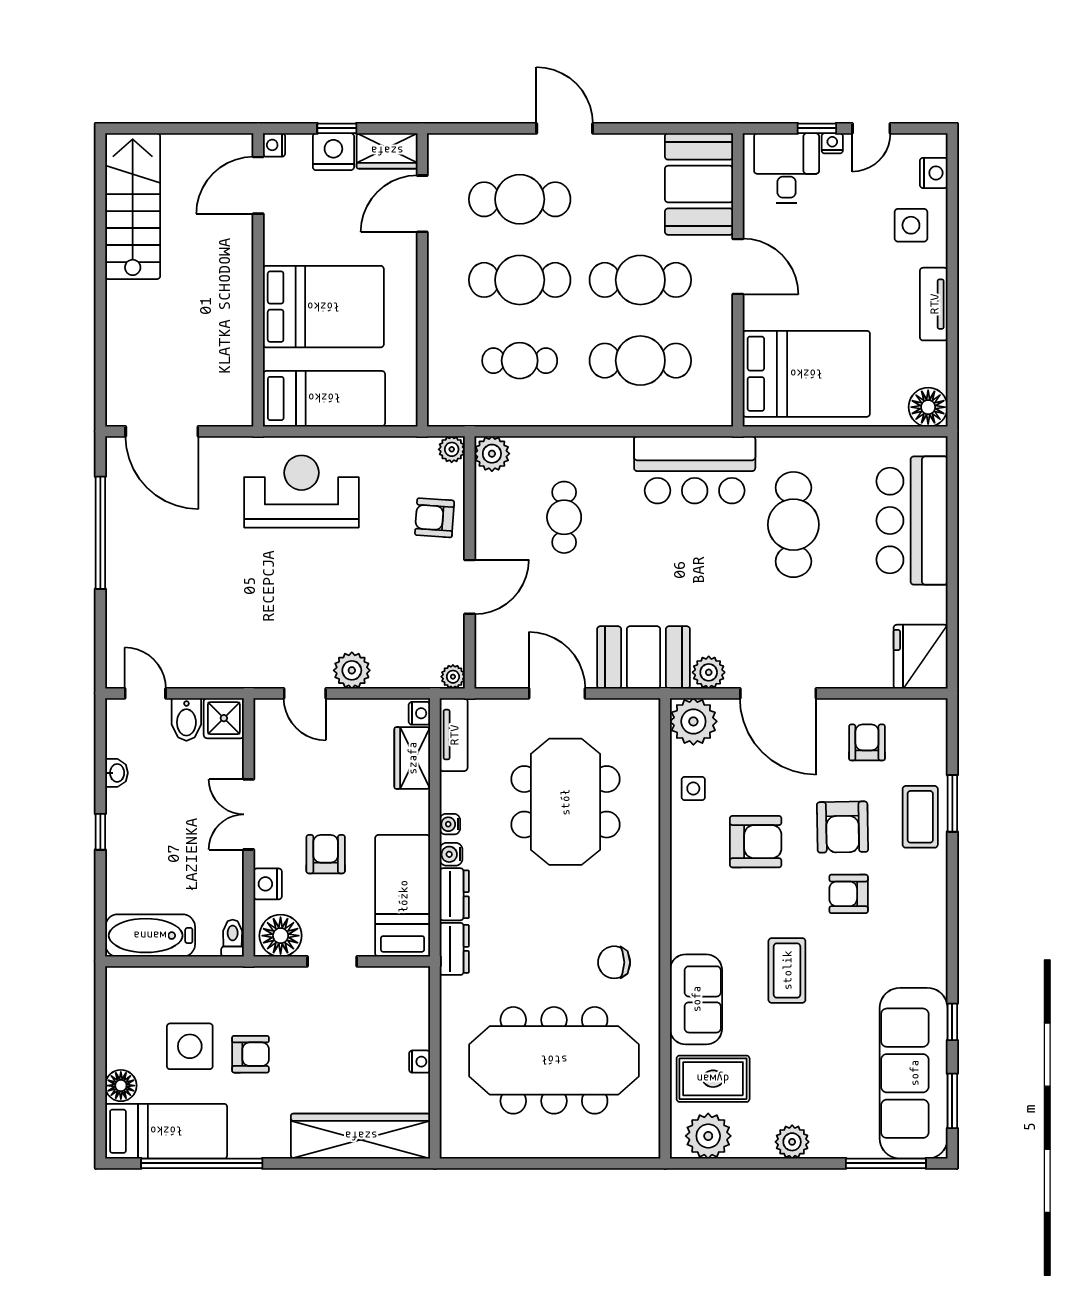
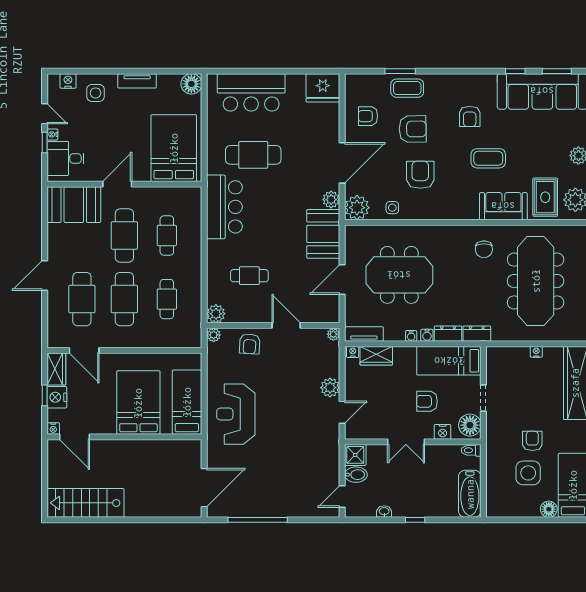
cafe table: (640, 361) -> (167, 236), width x0.73, depth x0.74
armchair: (849, 894) -> (470, 116), moved

